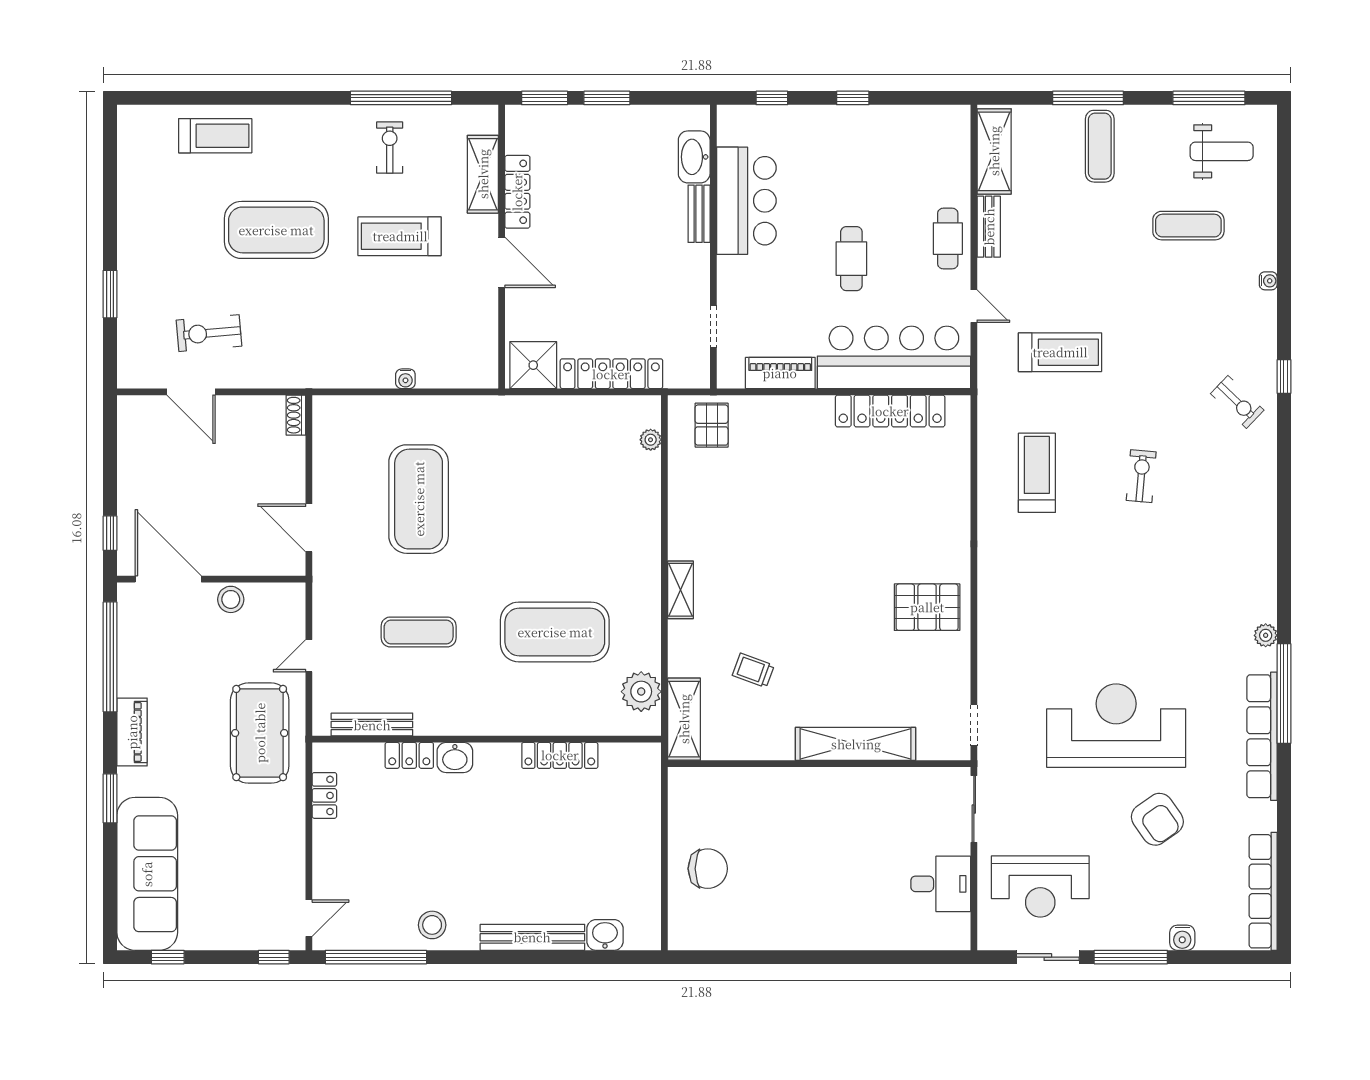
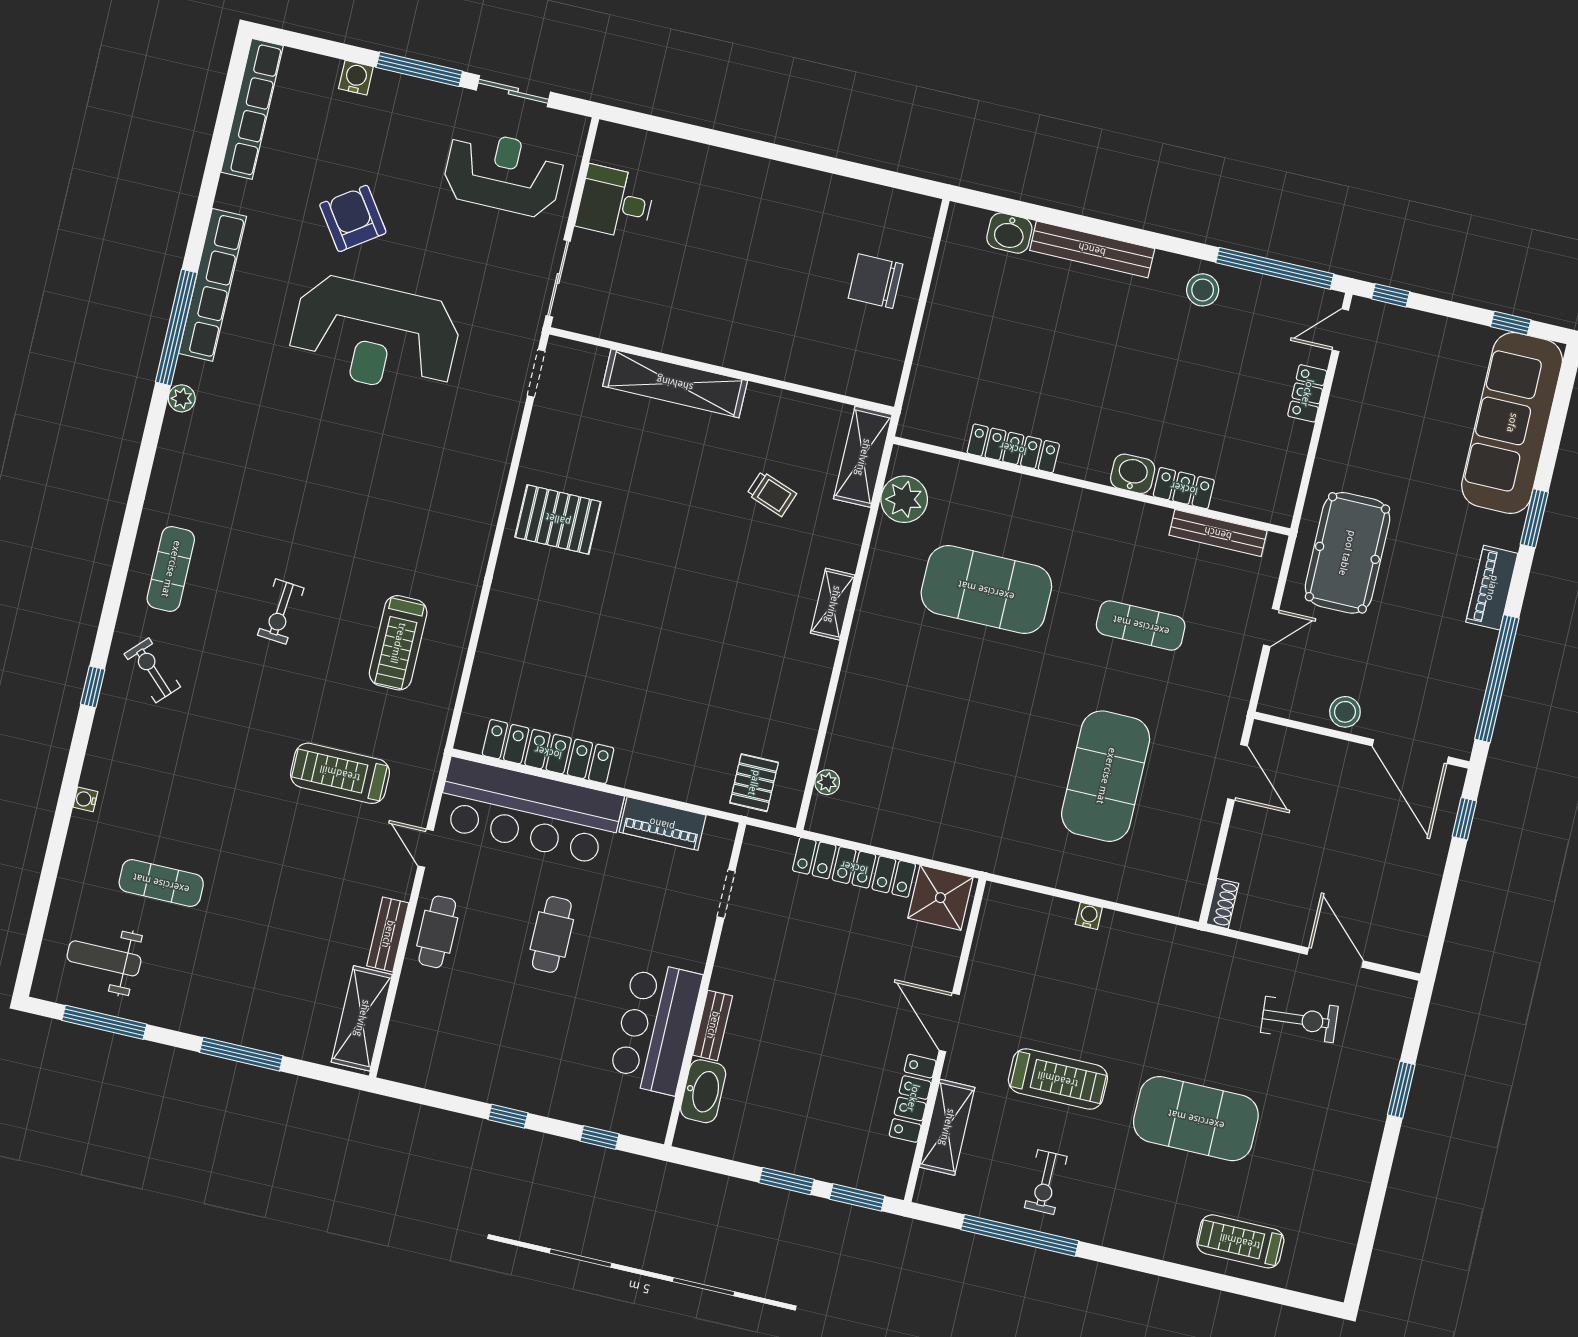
exercise mat: (1100, 146) -> (171, 569), moved
locker: (324, 795) -> (1307, 393), moved

